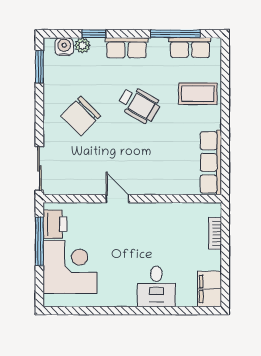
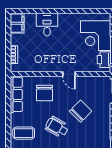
chair: (81, 116) -> (81, 111), moved
chair: (161, 165) -> (44, 93), added

